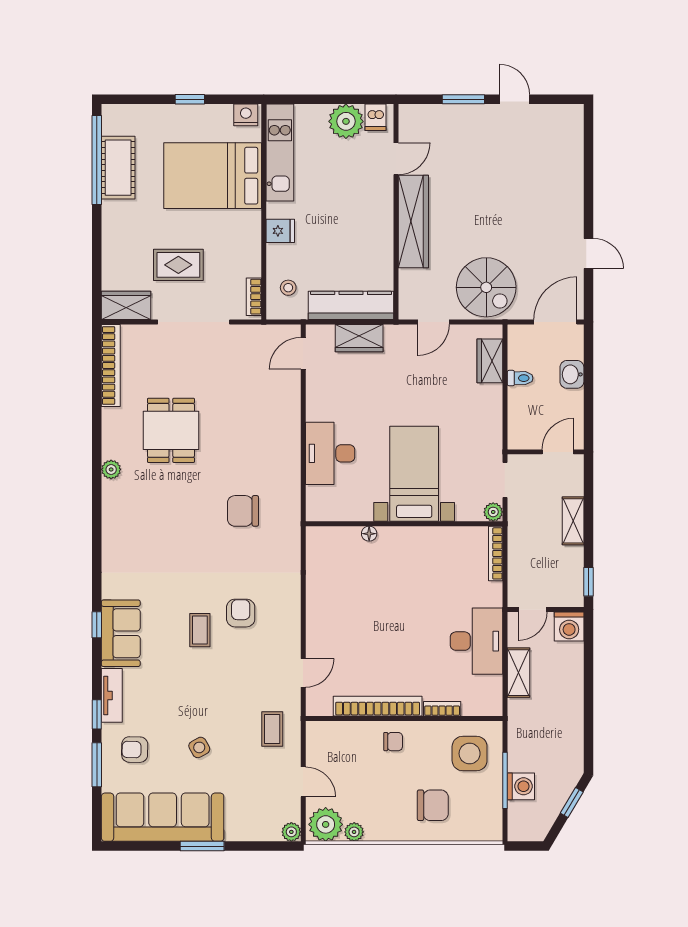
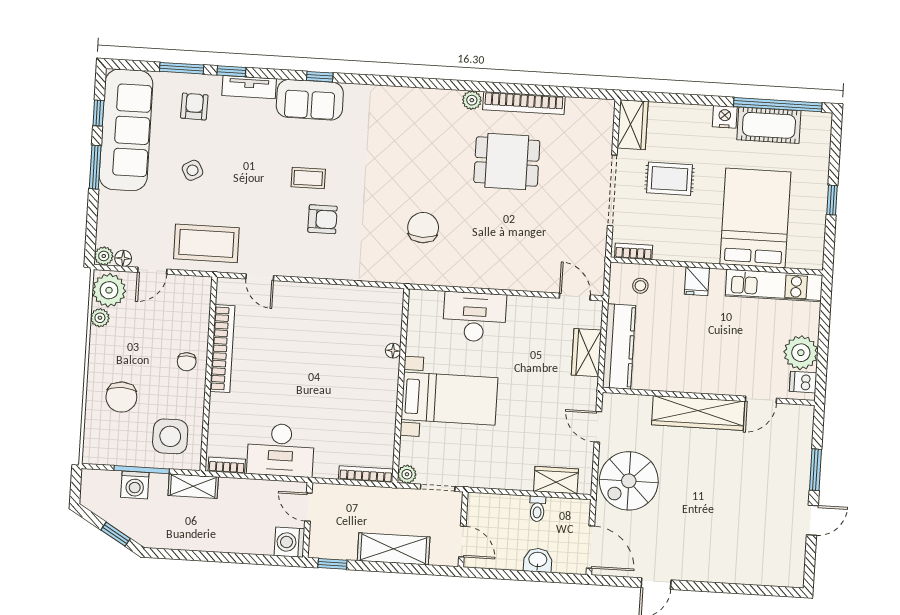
nightstand: (246, 115) -> (725, 117), moved, turned -90
door: (396, 159) -> (761, 400), hinge flipped
rug: (178, 265) -> (670, 179), turned 90
bookcase: (111, 365) -> (524, 103), moved
shelving: (573, 521) -> (394, 549), width x1.50, depth x1.33
shelving: (518, 673) -> (193, 486), moved
bookcase: (442, 709) -> (227, 465), moved, turned -90
coffee table: (272, 729) -> (206, 243), width x1.86, depth x1.72
floor lamp: (293, 812) -> (123, 258), added
window: (147, 846) -> (98, 113), added

